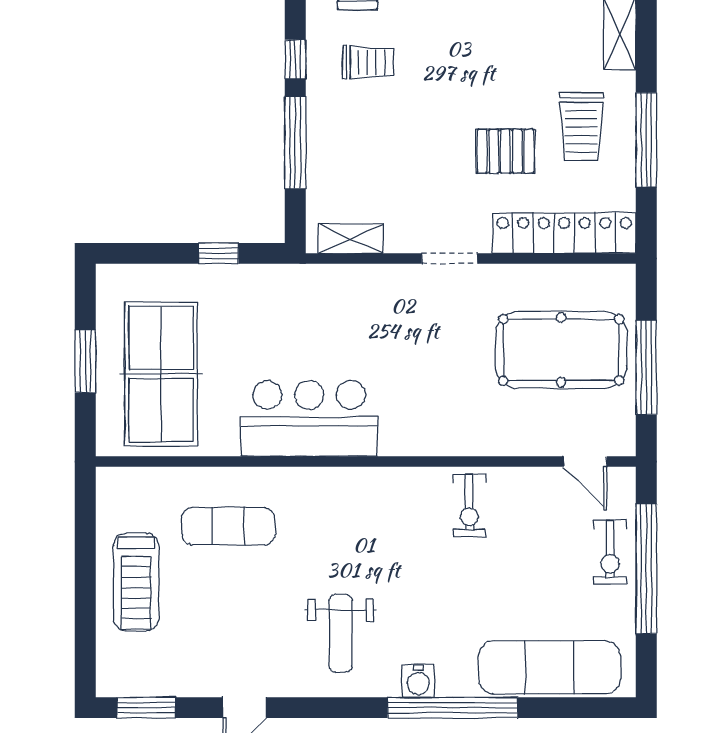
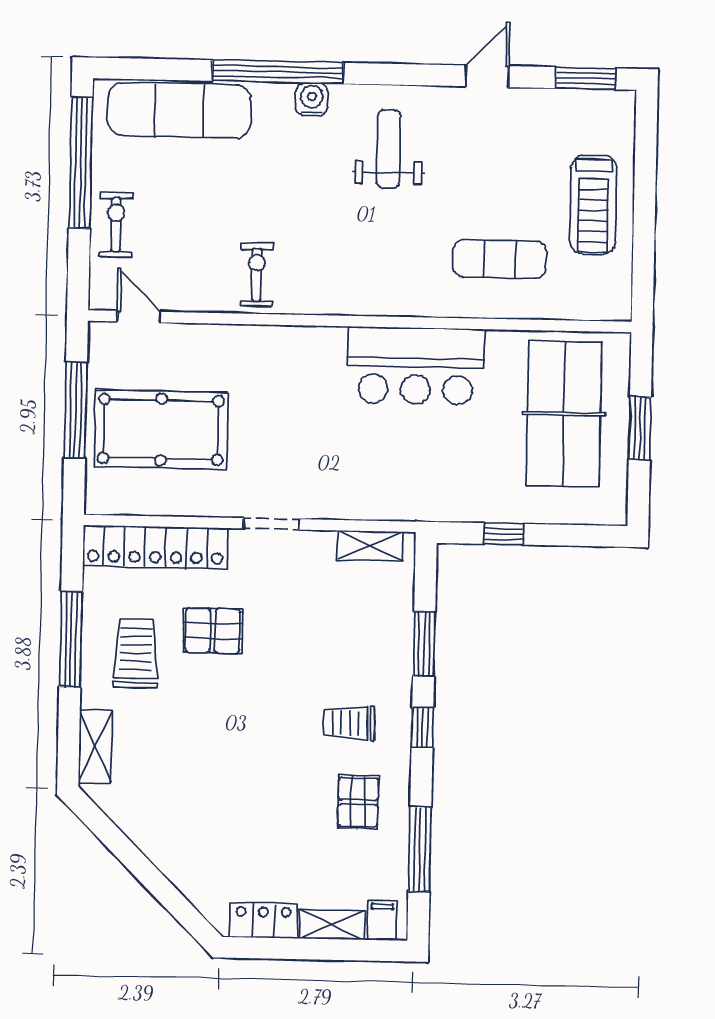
window: (295, 143) -> (424, 644), width x0.69
window: (646, 569) -> (81, 163), moved
treadmill: (136, 582) -> (593, 205), turned 180

